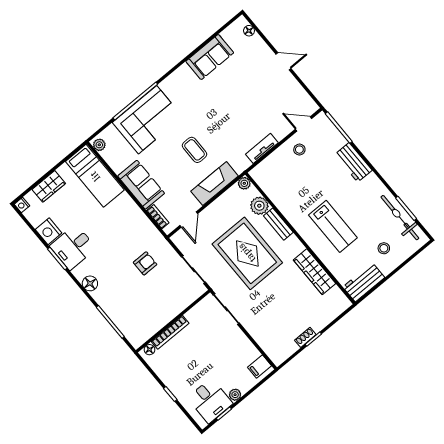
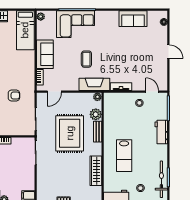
fireplace: (215, 184) -> (94, 84), moved

